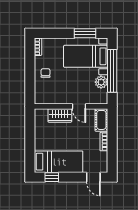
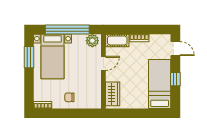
plant: (101, 82) -> (92, 41), moved
wardrobe: (60, 115) -> (113, 94), moved
window: (52, 177) -> (175, 79), moved
door: (93, 177) -> (175, 49), hinge flipped

